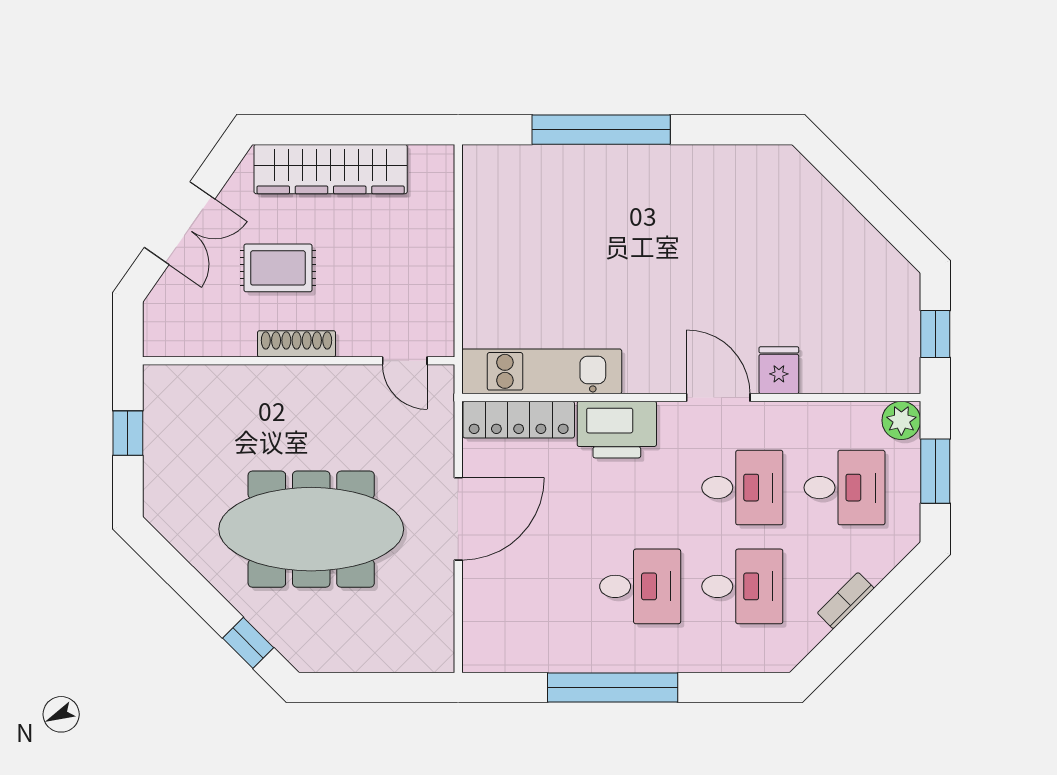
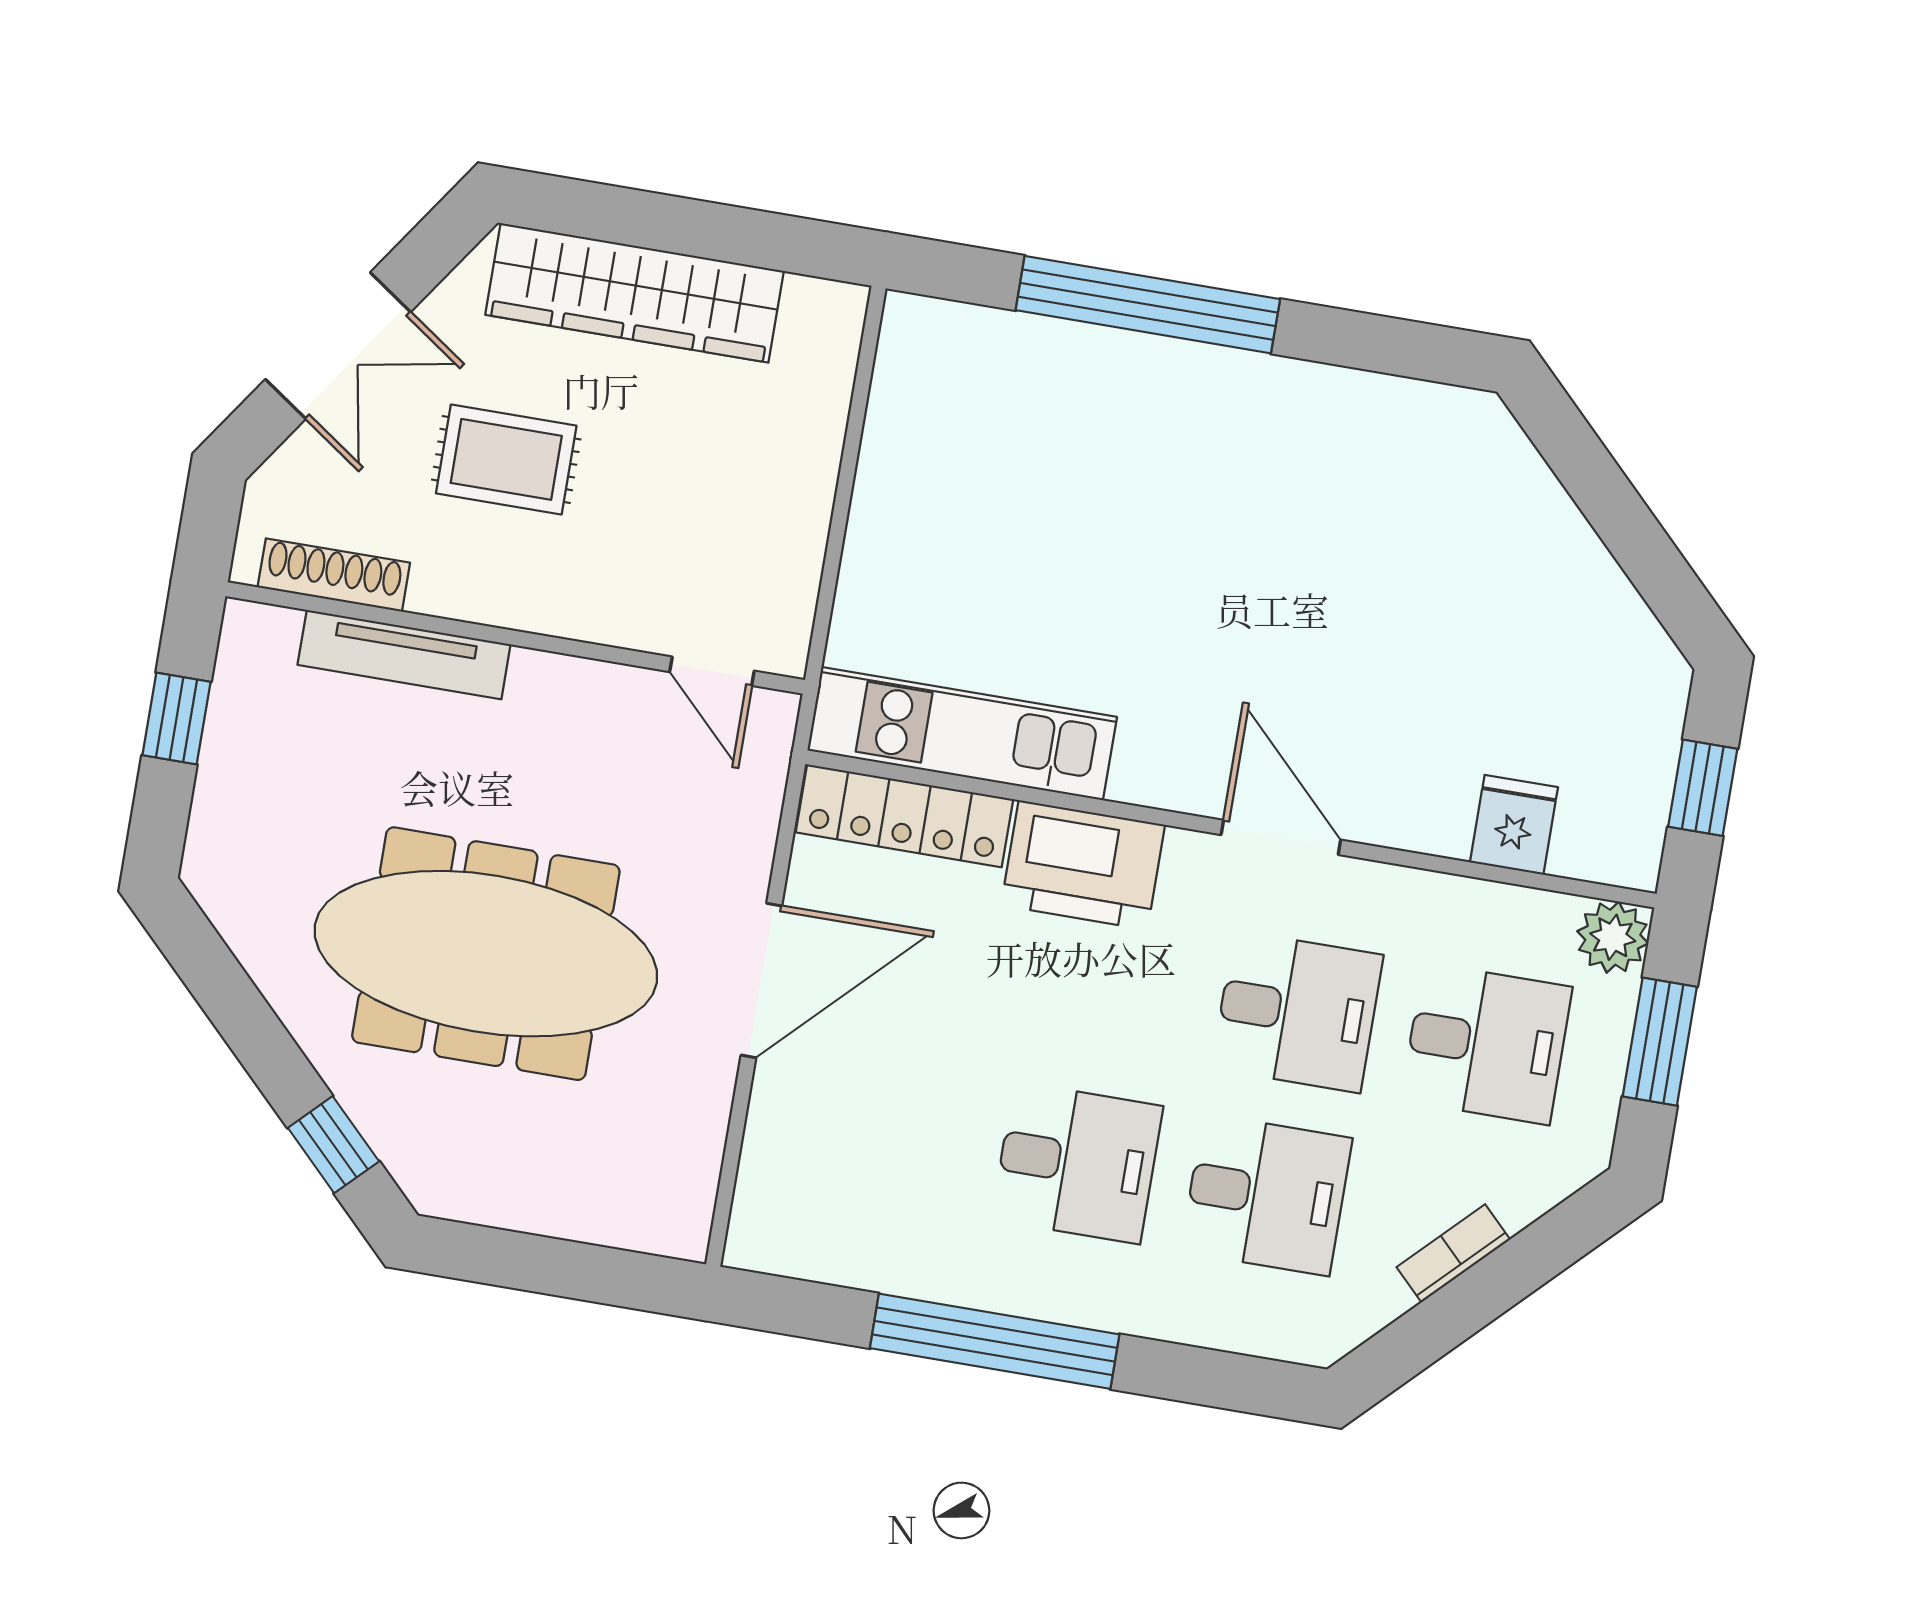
shoe rack: (297, 344) -> (334, 575), moved
fridge: (779, 370) -> (1514, 825), moved
tv unit: (242, 379) -> (404, 655), added

